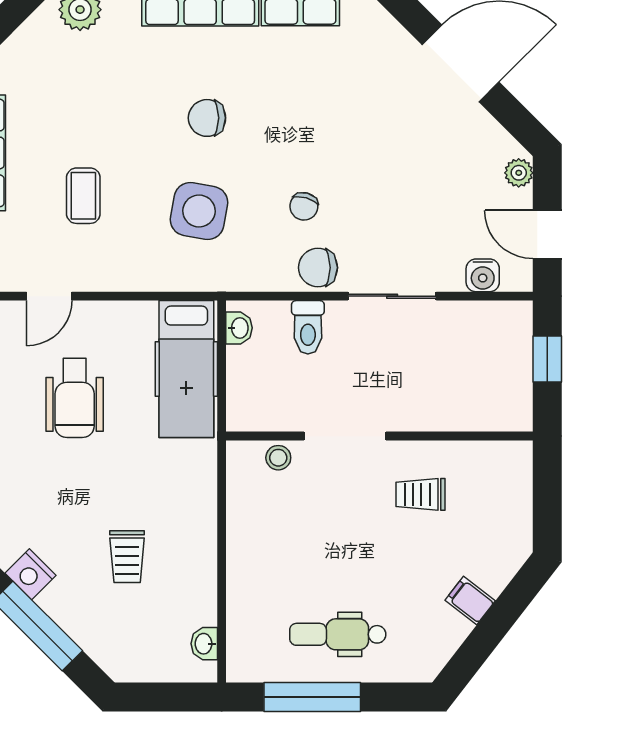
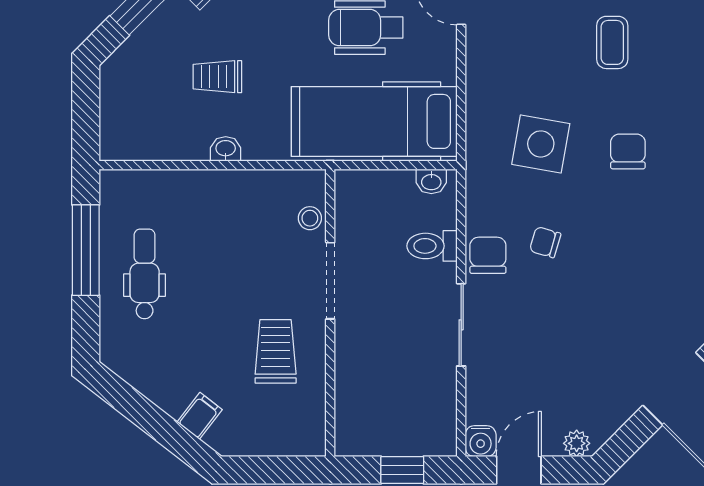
coffee table: (83, 196) -> (612, 42), moved, turned 90
water cooler: (483, 275) -> (481, 441), moved, turned -90
hospital bed: (186, 369) -> (374, 121), width x1.37, depth x1.29
trolley: (420, 494) -> (276, 351), width x1.36, depth x1.39
filing cabinet: (470, 601) -> (200, 416), moved
washbasin: (204, 644) -> (226, 149), moved

